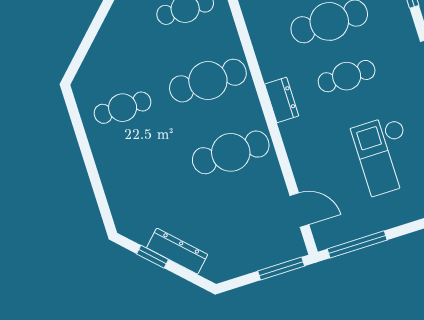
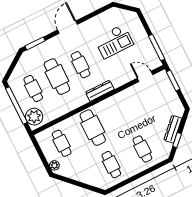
dresser: (282, 100) -> (100, 91), width x1.44
cafe table: (231, 152) -> (142, 149), moved, width x0.73, depth x0.74
door: (299, 210) -> (145, 76), hinge flipped

